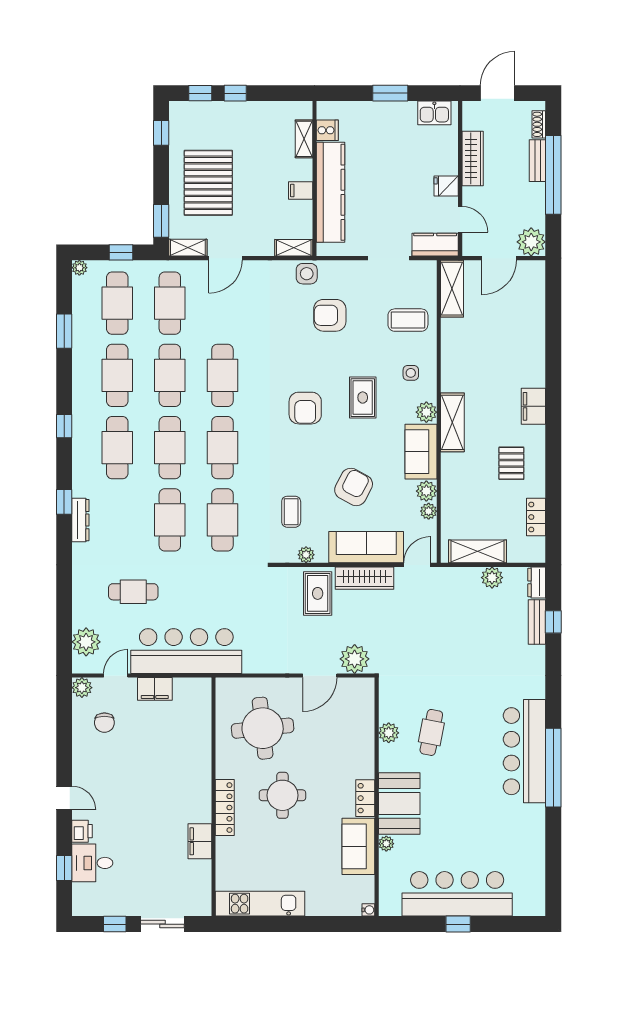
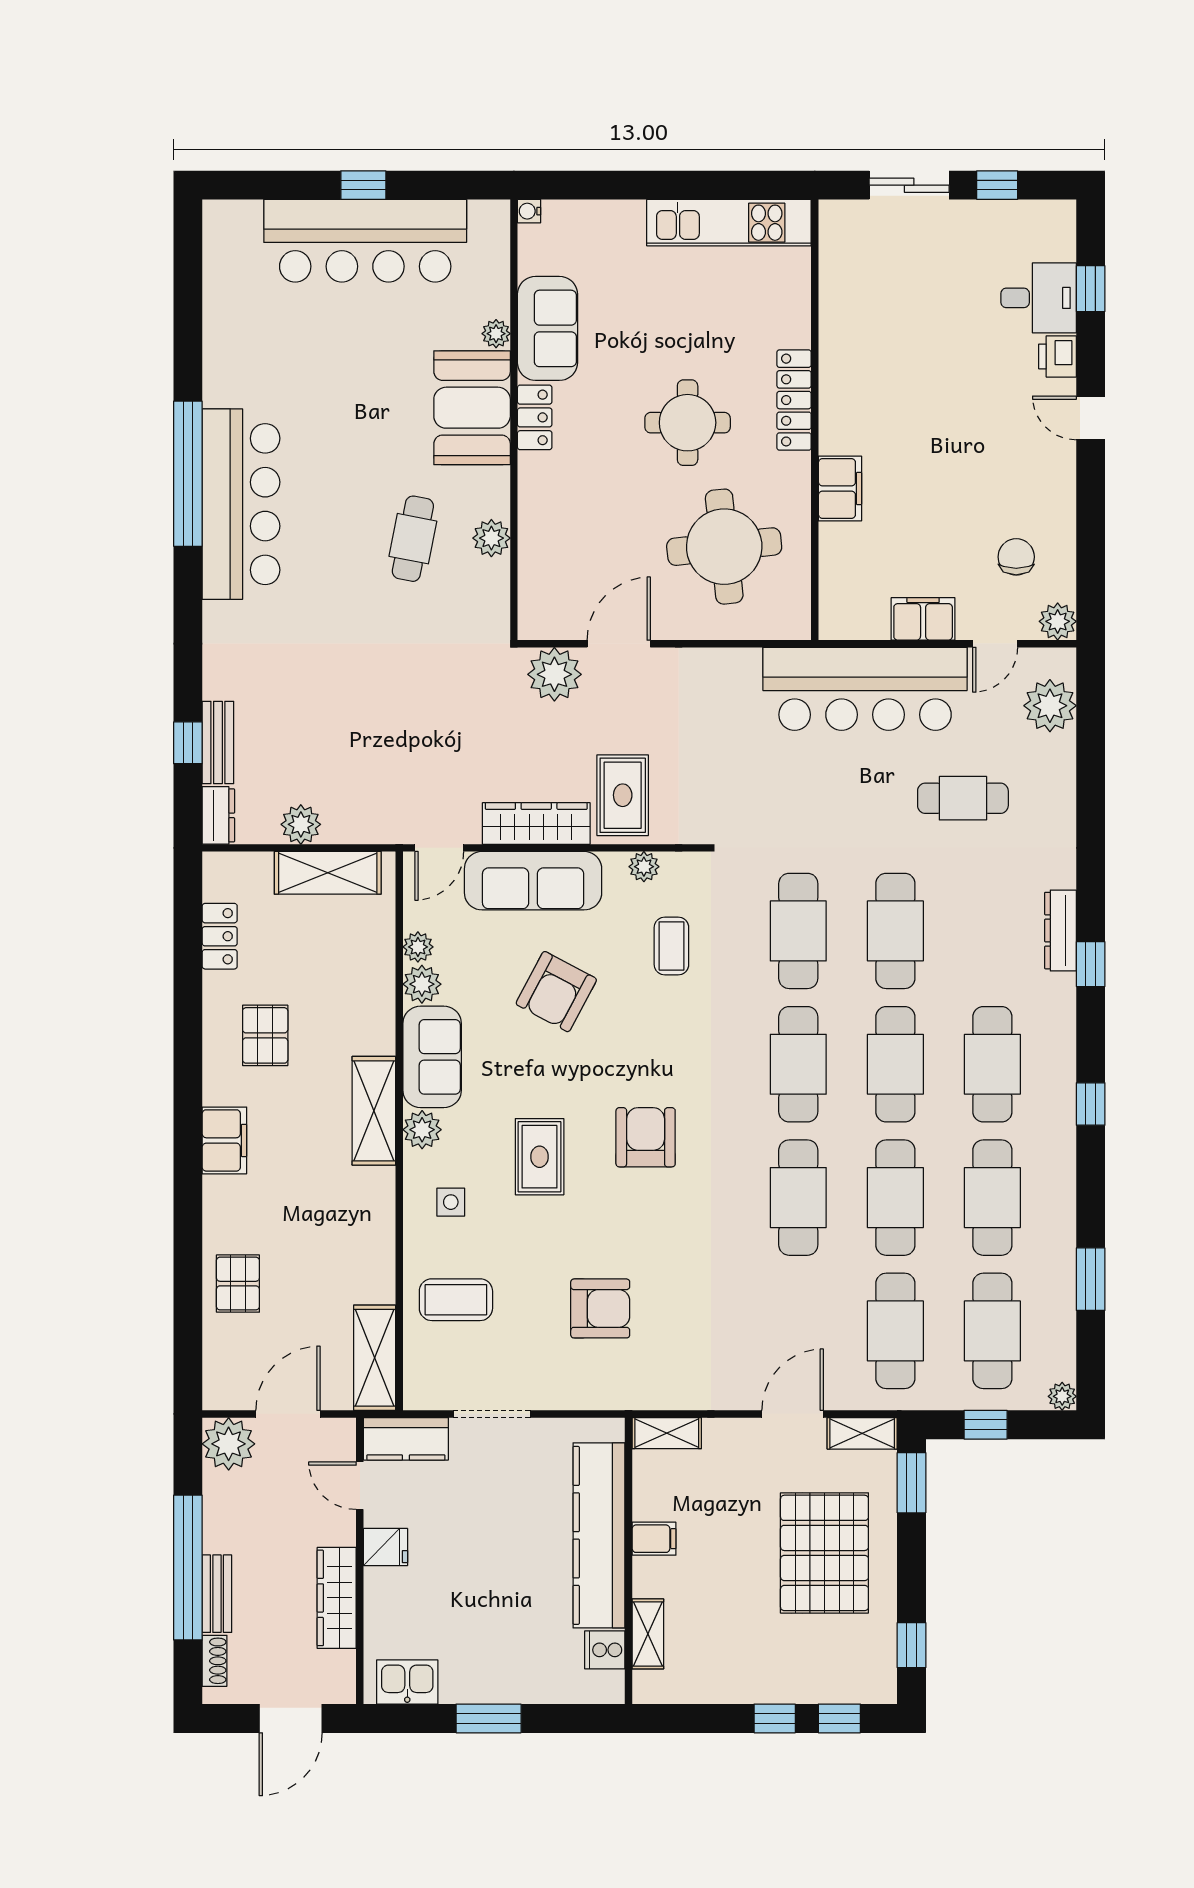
side table: (307, 274) -> (643, 1385), removed
pallet: (526, 329) -> (238, 1284), added
filing cabinet: (200, 841) -> (840, 488), moved

